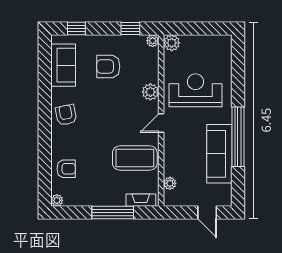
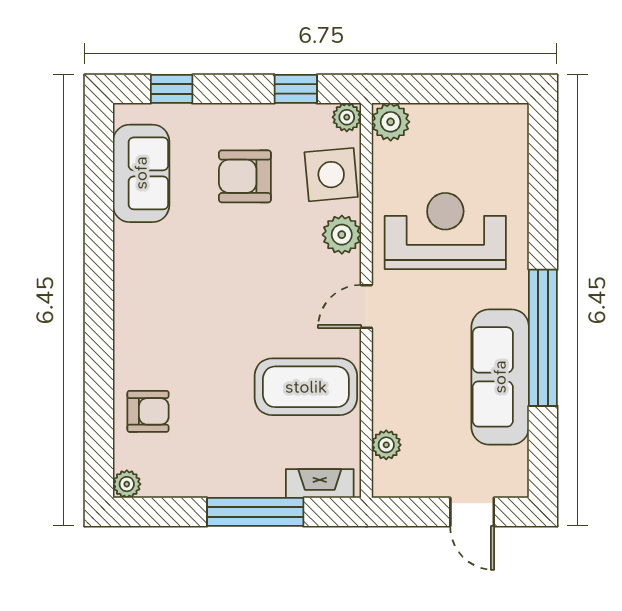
side table: (146, 66) -> (331, 175), added
armchair: (66, 115) -> (148, 288), removed

